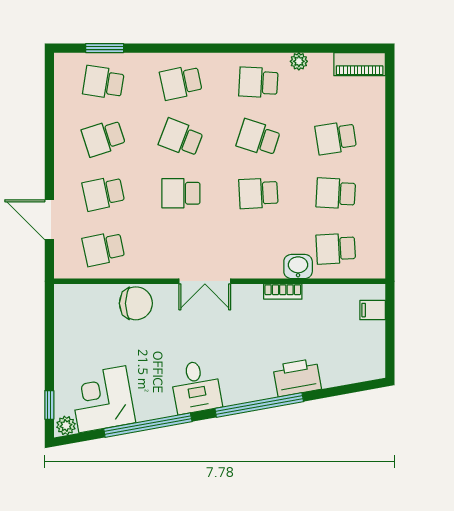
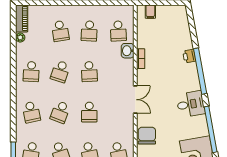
plant: (299, 61) -> (20, 38), moved
printer: (297, 377) -> (189, 56), width x0.53, depth x0.68

